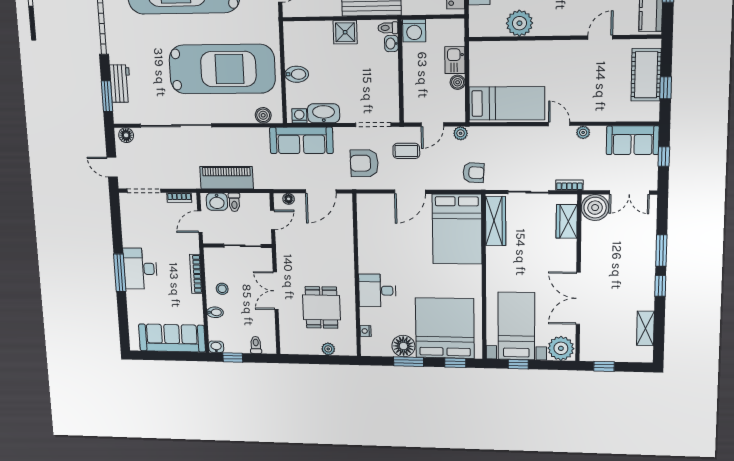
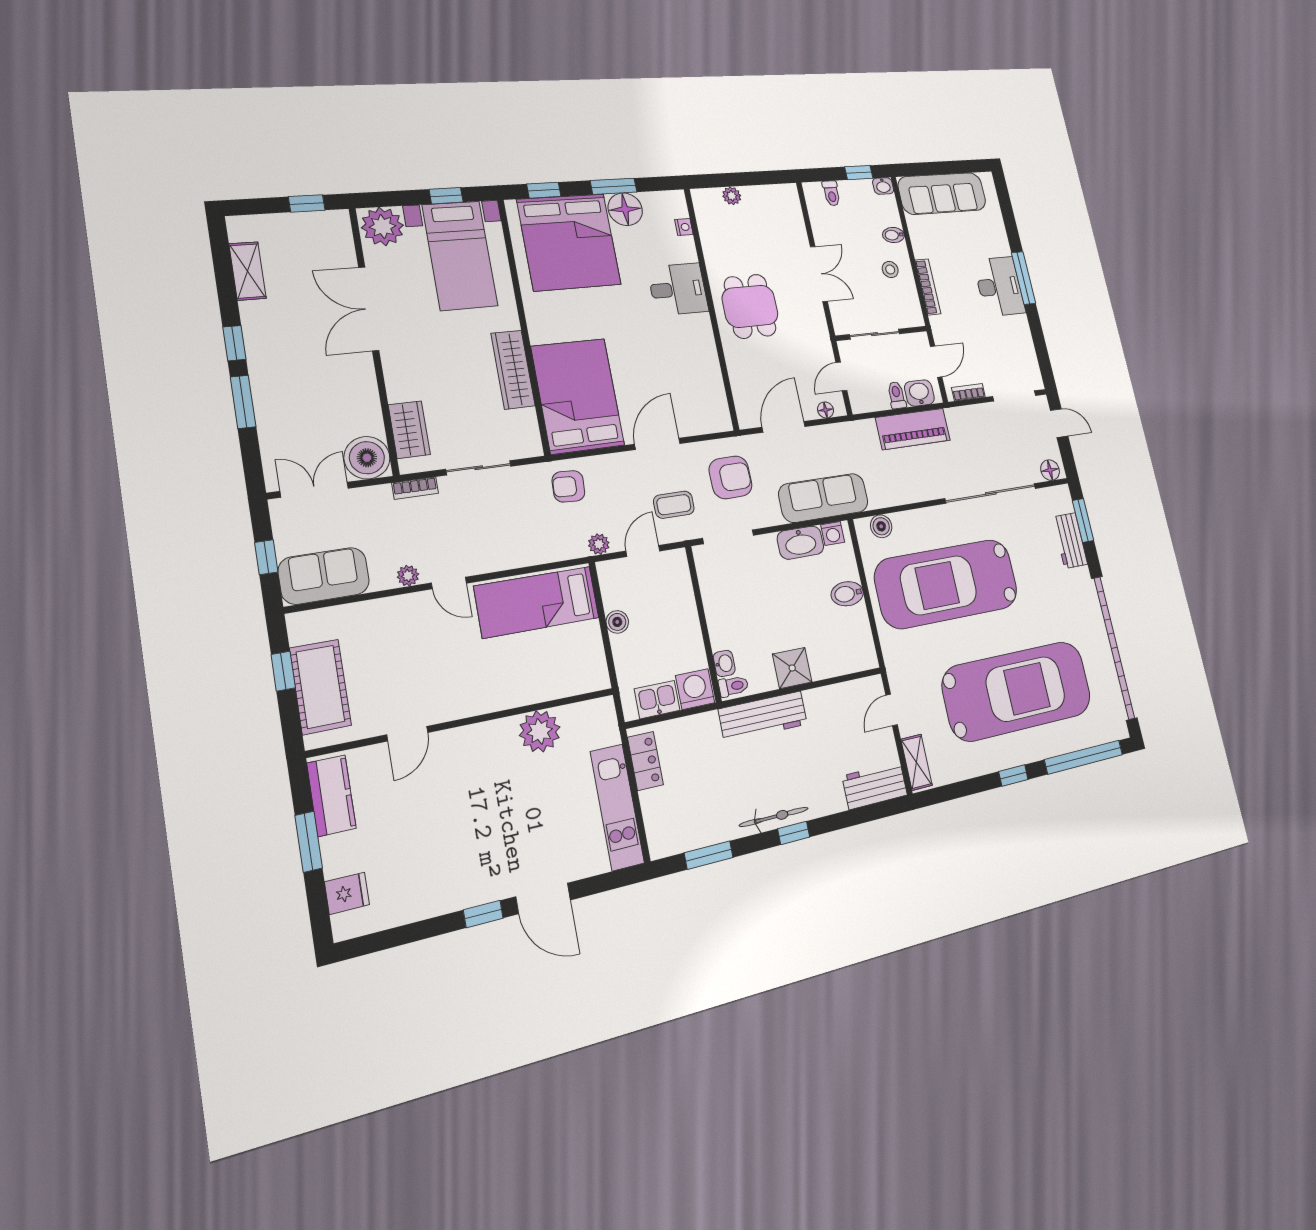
kitchen sink: (455, 60) -> (657, 700), moved, turned -90
wardrobe: (496, 221) -> (513, 370), moved
double door: (578, 298) -> (369, 309), swing flipped
dining table: (321, 307) -> (750, 306), moved

